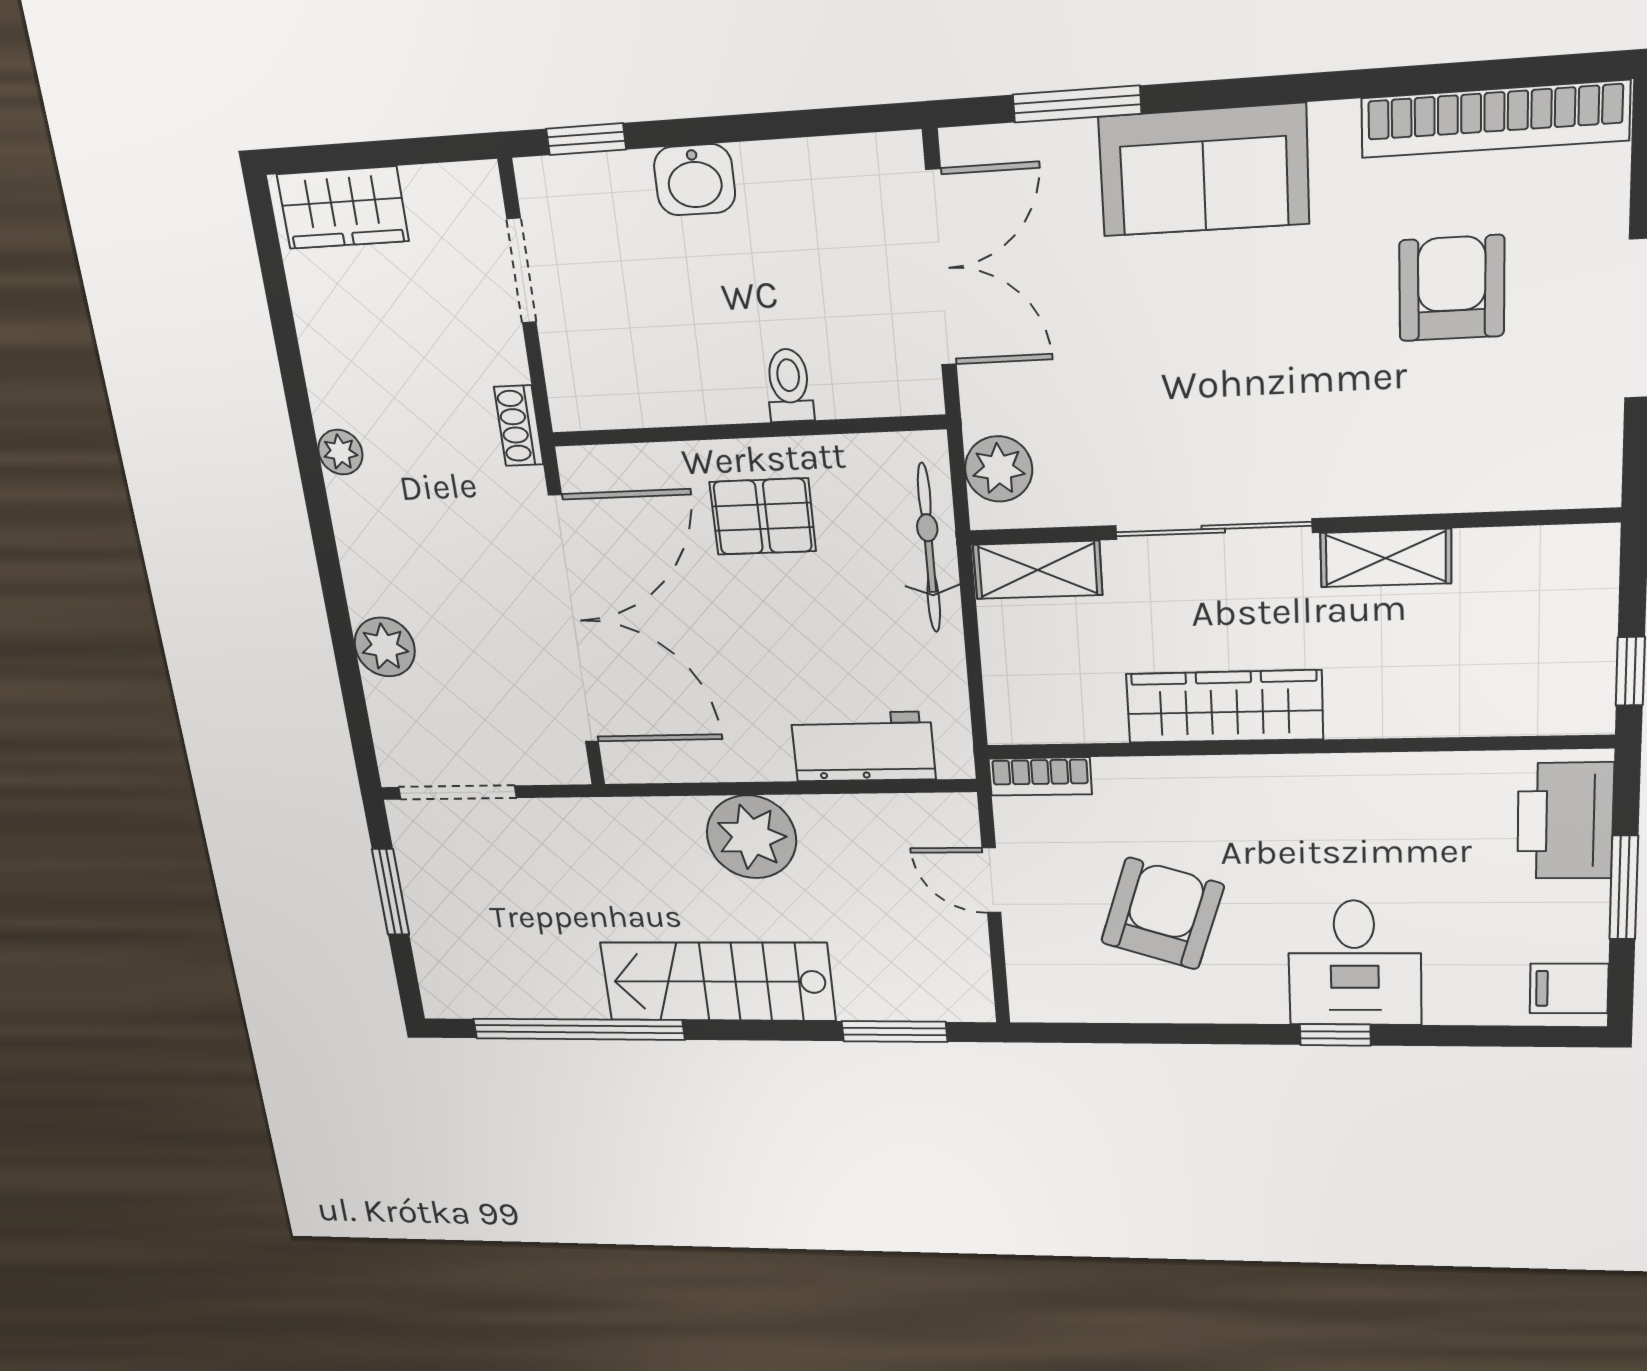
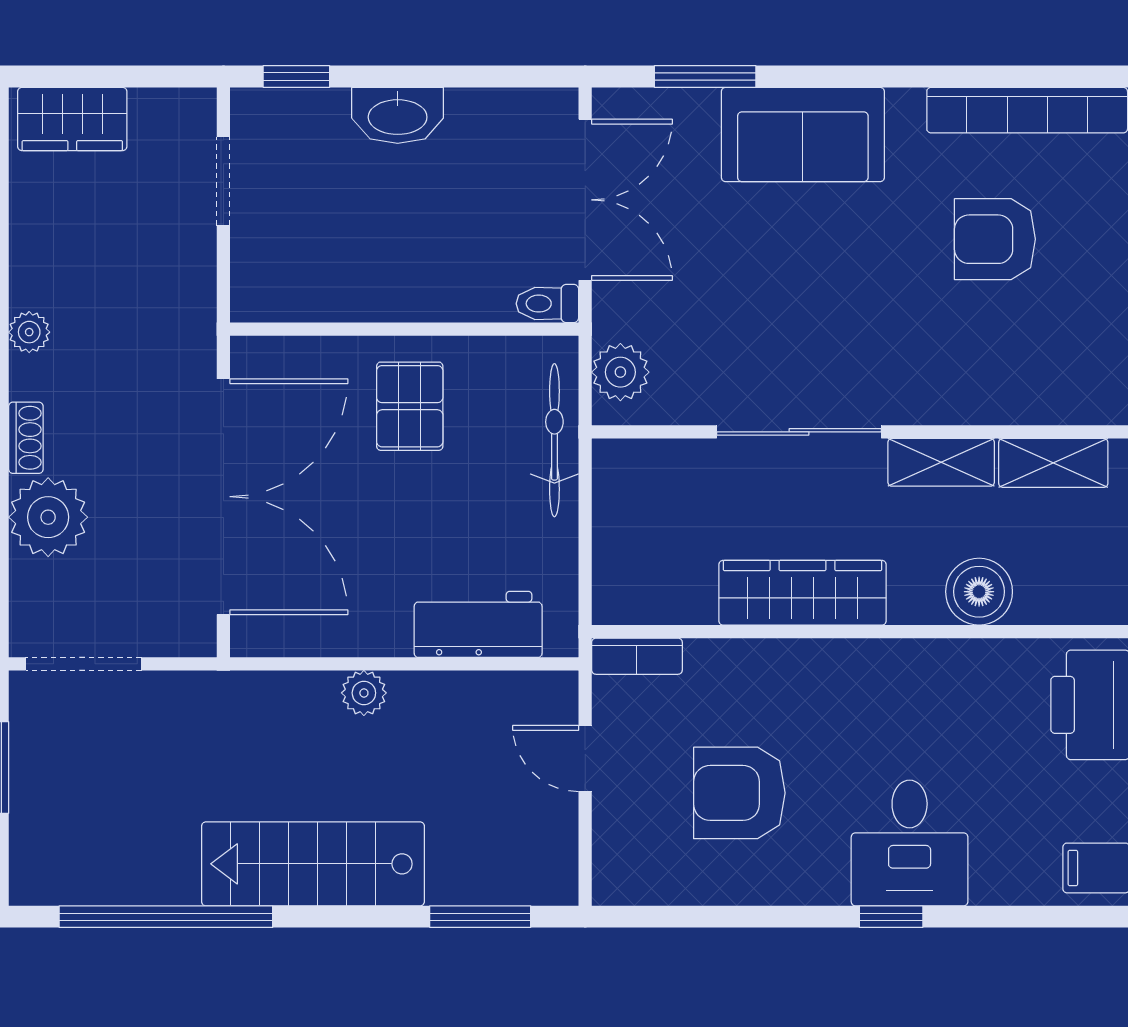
washbasin: (695, 180) -> (398, 115), width x1.38
armchair: (1452, 288) -> (995, 239), turned -90
toilet: (789, 385) -> (547, 304), moved, turned -90
shoe rack: (519, 426) -> (26, 438), moved, turned 180
pallet: (763, 517) -> (410, 406), turned 90
shelving: (1038, 570) -> (1053, 463), moved
plant: (385, 647) -> (48, 517), width x1.36, depth x1.36
boiler: (1433, 701) -> (979, 592), added
plant: (751, 837) -> (364, 693), width x0.53, depth x0.53
armchair: (1162, 914) -> (739, 793), turned -108

